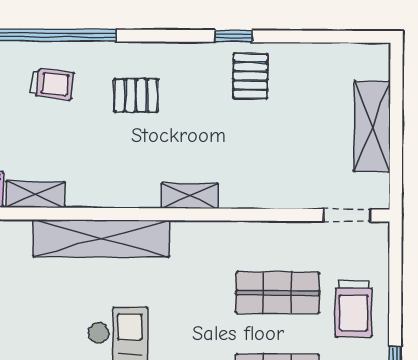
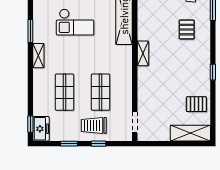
pallet: (250, 76) -> (196, 104), moved
shelving: (372, 126) -> (190, 133), moved
window: (395, 298) -> (98, 144), added

